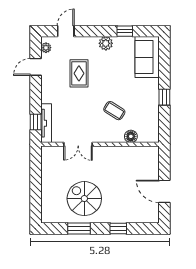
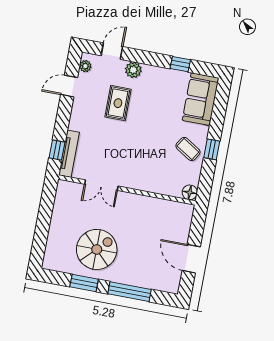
plant: (106, 43) -> (133, 70), moved
coffee table: (114, 111) -> (188, 149), moved
floor lamp: (131, 136) -> (190, 192), moved
spiral stairs: (84, 199) -> (97, 249), turned 90
window: (118, 229) -> (130, 292), width x2.17

